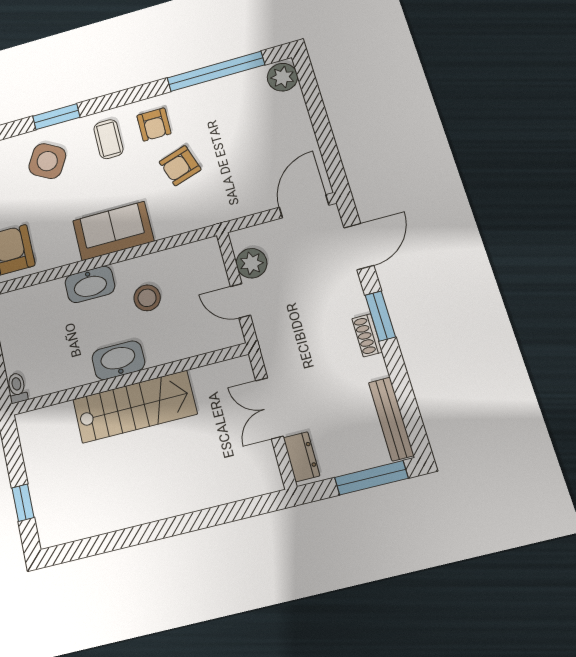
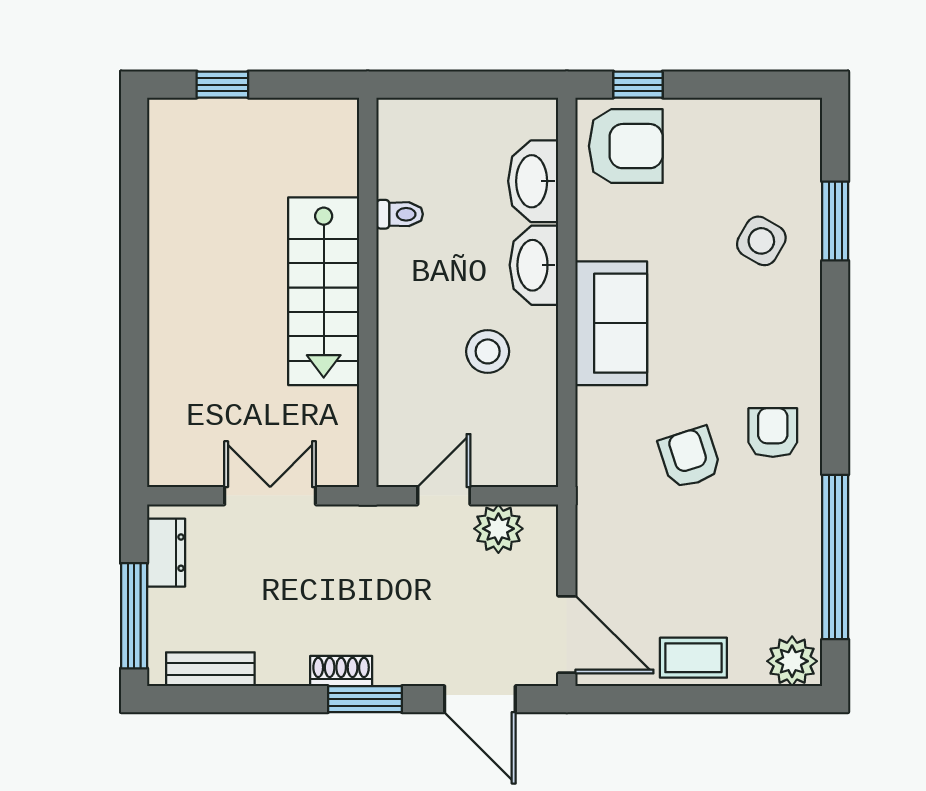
window: (56, 117) -> (835, 221), moved
armchair: (154, 125) -> (773, 433), turned 90
coffee table: (108, 139) -> (693, 658), moved
side table: (47, 161) -> (761, 241), width x0.73, depth x0.73
washbasin: (118, 360) -> (533, 181), moved, turned 180
toilet: (17, 388) -> (400, 214), moved
bench: (391, 419) -> (210, 669), width x0.73
dresser: (301, 457) -> (166, 553), moved, turned -90

